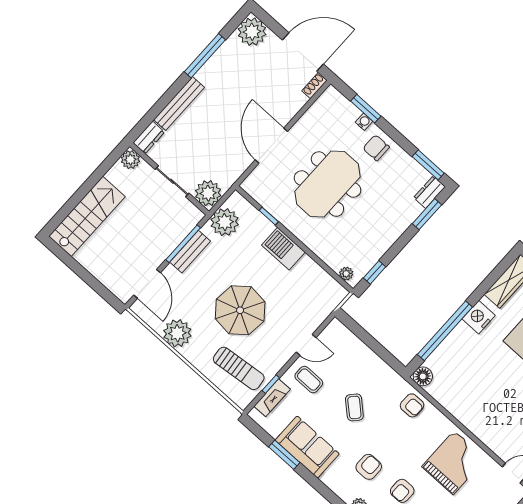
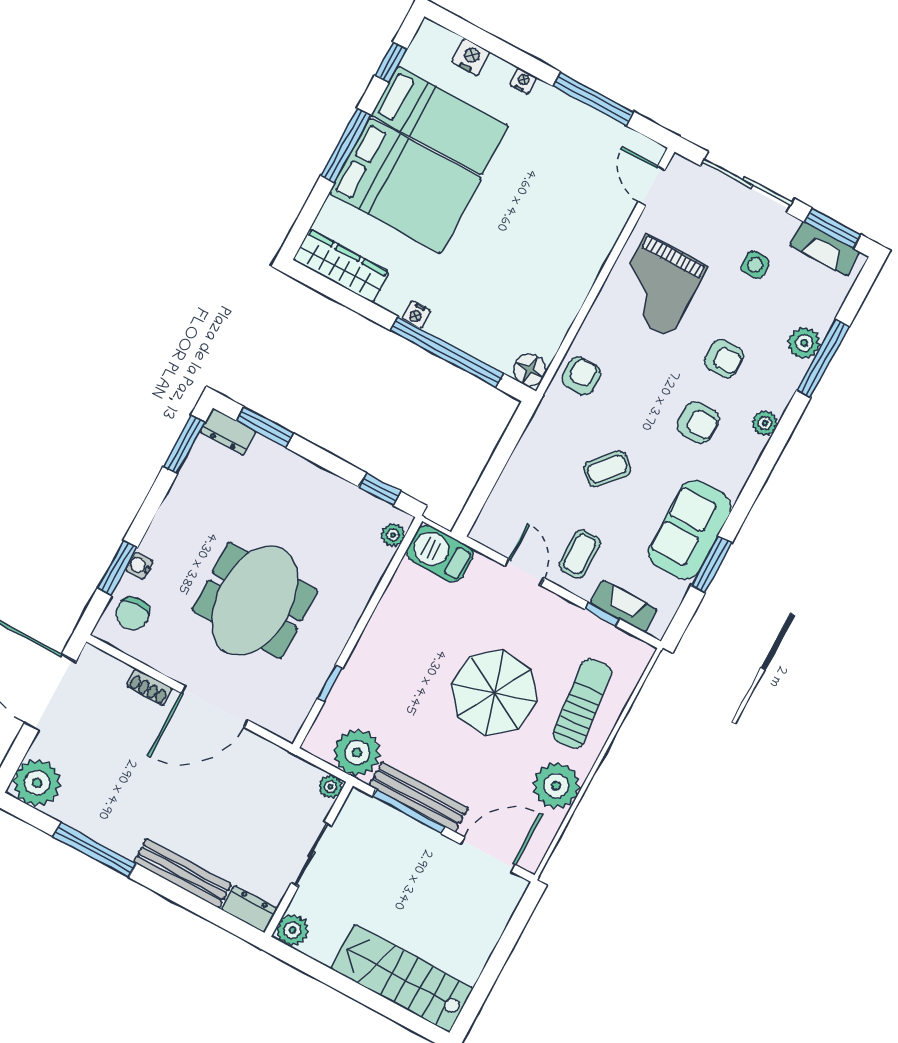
shoe rack: (314, 86) -> (149, 687), moved
chair: (376, 148) -> (133, 614), moved
meeting table: (327, 184) -> (255, 600), turned 90
plant: (208, 193) -> (330, 787), width x0.53, depth x0.53
barbecue: (283, 249) -> (440, 554), moved, turned 90
bench: (190, 252) -> (419, 797), width x1.36
nightstand: (479, 317) -> (416, 315), width x0.53, depth x0.56
sun lounger: (239, 368) -> (582, 704), moved
grand piano: (454, 463) -> (658, 286), turned -90
armchair: (369, 467) -> (698, 422), turned 180

